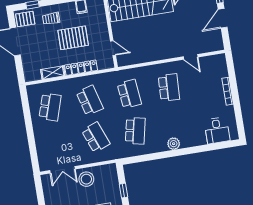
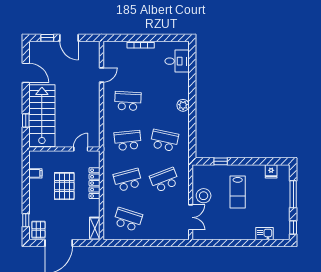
trolley: (51, 18) -> (42, 204), removed
shelving: (53, 73) -> (95, 228), moved

